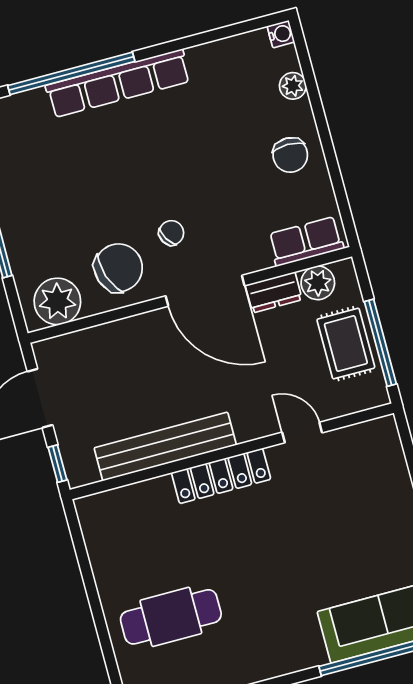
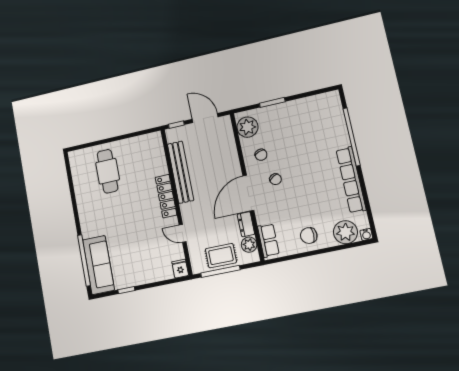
row of seats: (118, 83) -> (351, 180), moved
plant: (293, 86) -> (345, 232), width x1.87, depth x1.87
chair: (118, 268) -> (261, 155), width x0.54, depth x0.54
door: (302, 433) -> (183, 233), swing flipped
fridge: (380, 433) -> (180, 269), added

